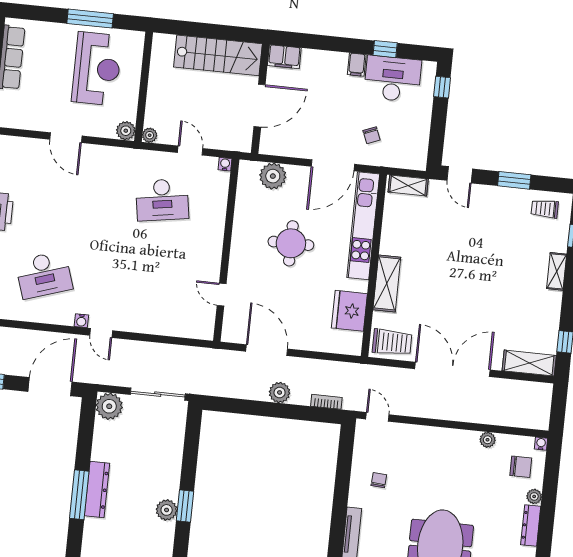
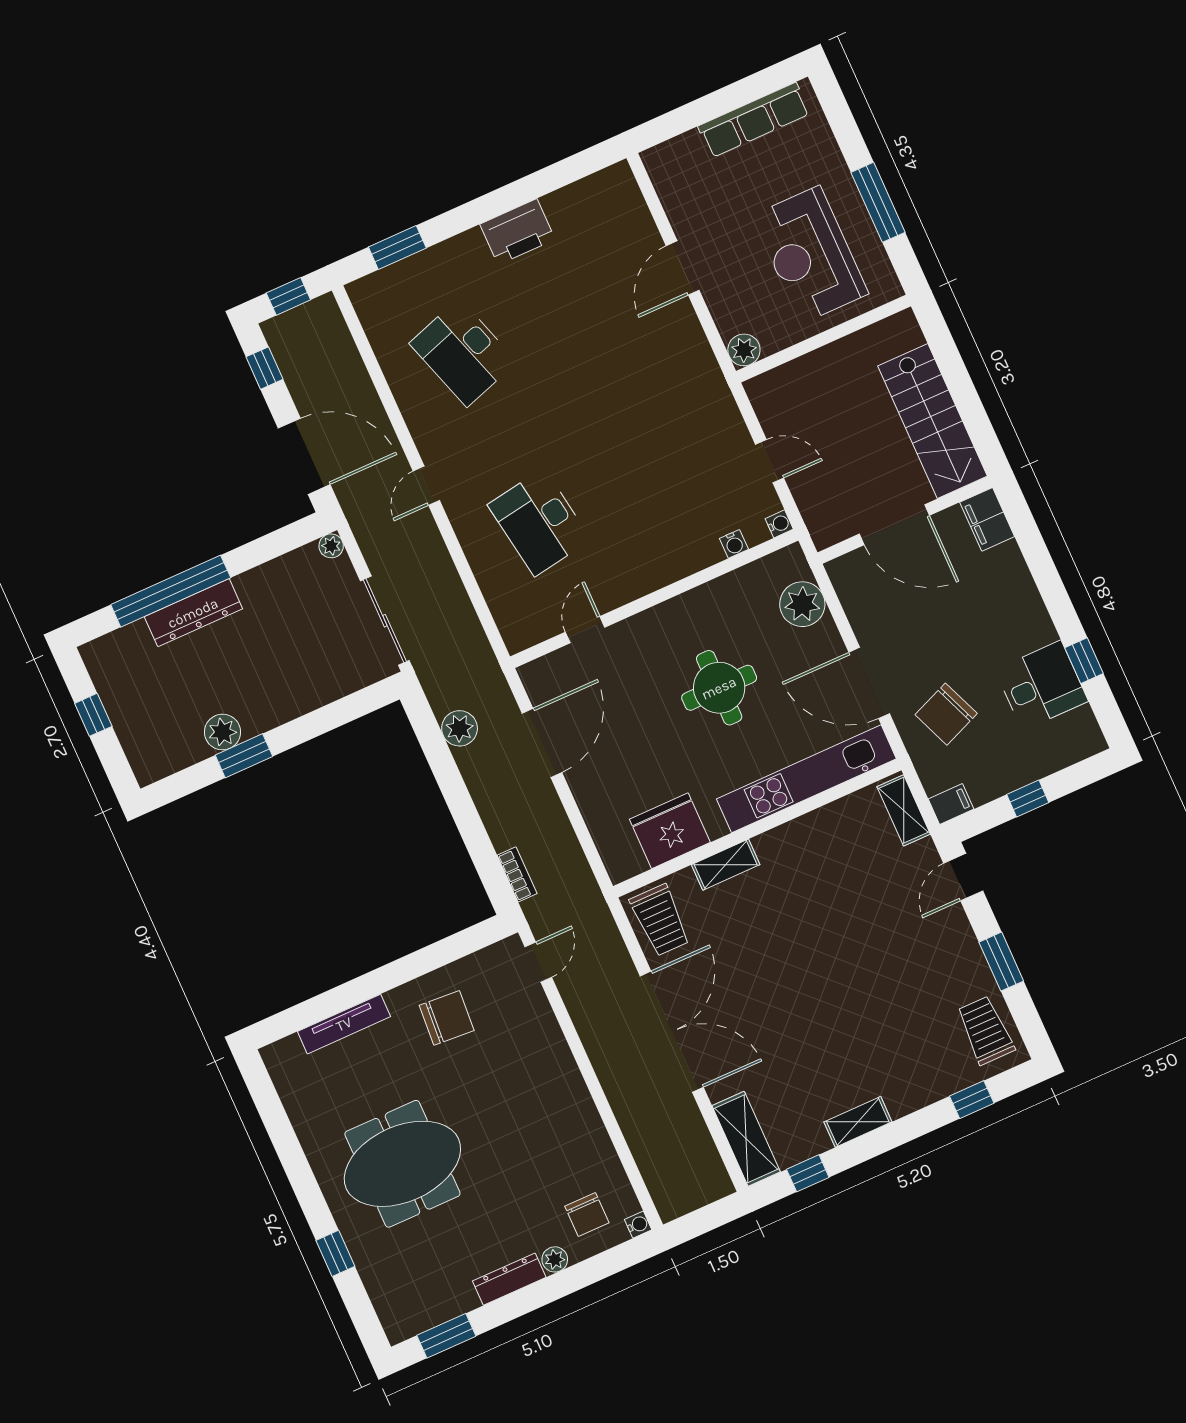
filing cabinet: (357, 65) -> (951, 804), moved, turned 180
reception desk: (97, 69) -> (810, 255), turned 90
desk: (393, 79) -> (1042, 685), width x0.73
window: (442, 87) -> (1028, 799), moved
plant: (150, 135) -> (758, 389), removed
chair: (372, 135) -> (946, 714), width x1.87, depth x1.87
door: (190, 151) -> (770, 461), hinge flipped
desk: (162, 200) -> (539, 522), moved
trolley: (545, 209) -> (985, 1030), width x1.36, depth x1.39
shelving: (557, 271) -> (858, 1122), moved
shelving: (387, 283) -> (726, 865), width x0.67, depth x0.75
water cooler: (81, 321) -> (734, 544), moved, turned -90
plant: (280, 393) -> (460, 728), moved
plant: (109, 406) -> (331, 546), width x0.53, depth x0.53
plant: (488, 440) -> (598, 1143), removed
chair: (379, 480) -> (447, 1018), width x1.87, depth x1.87
window: (79, 495) -> (171, 591), width x1.46

